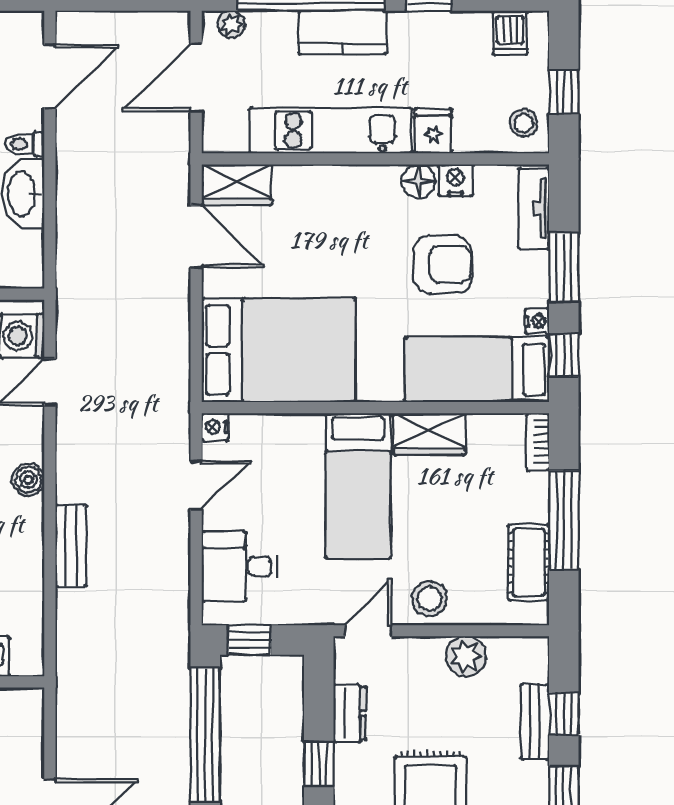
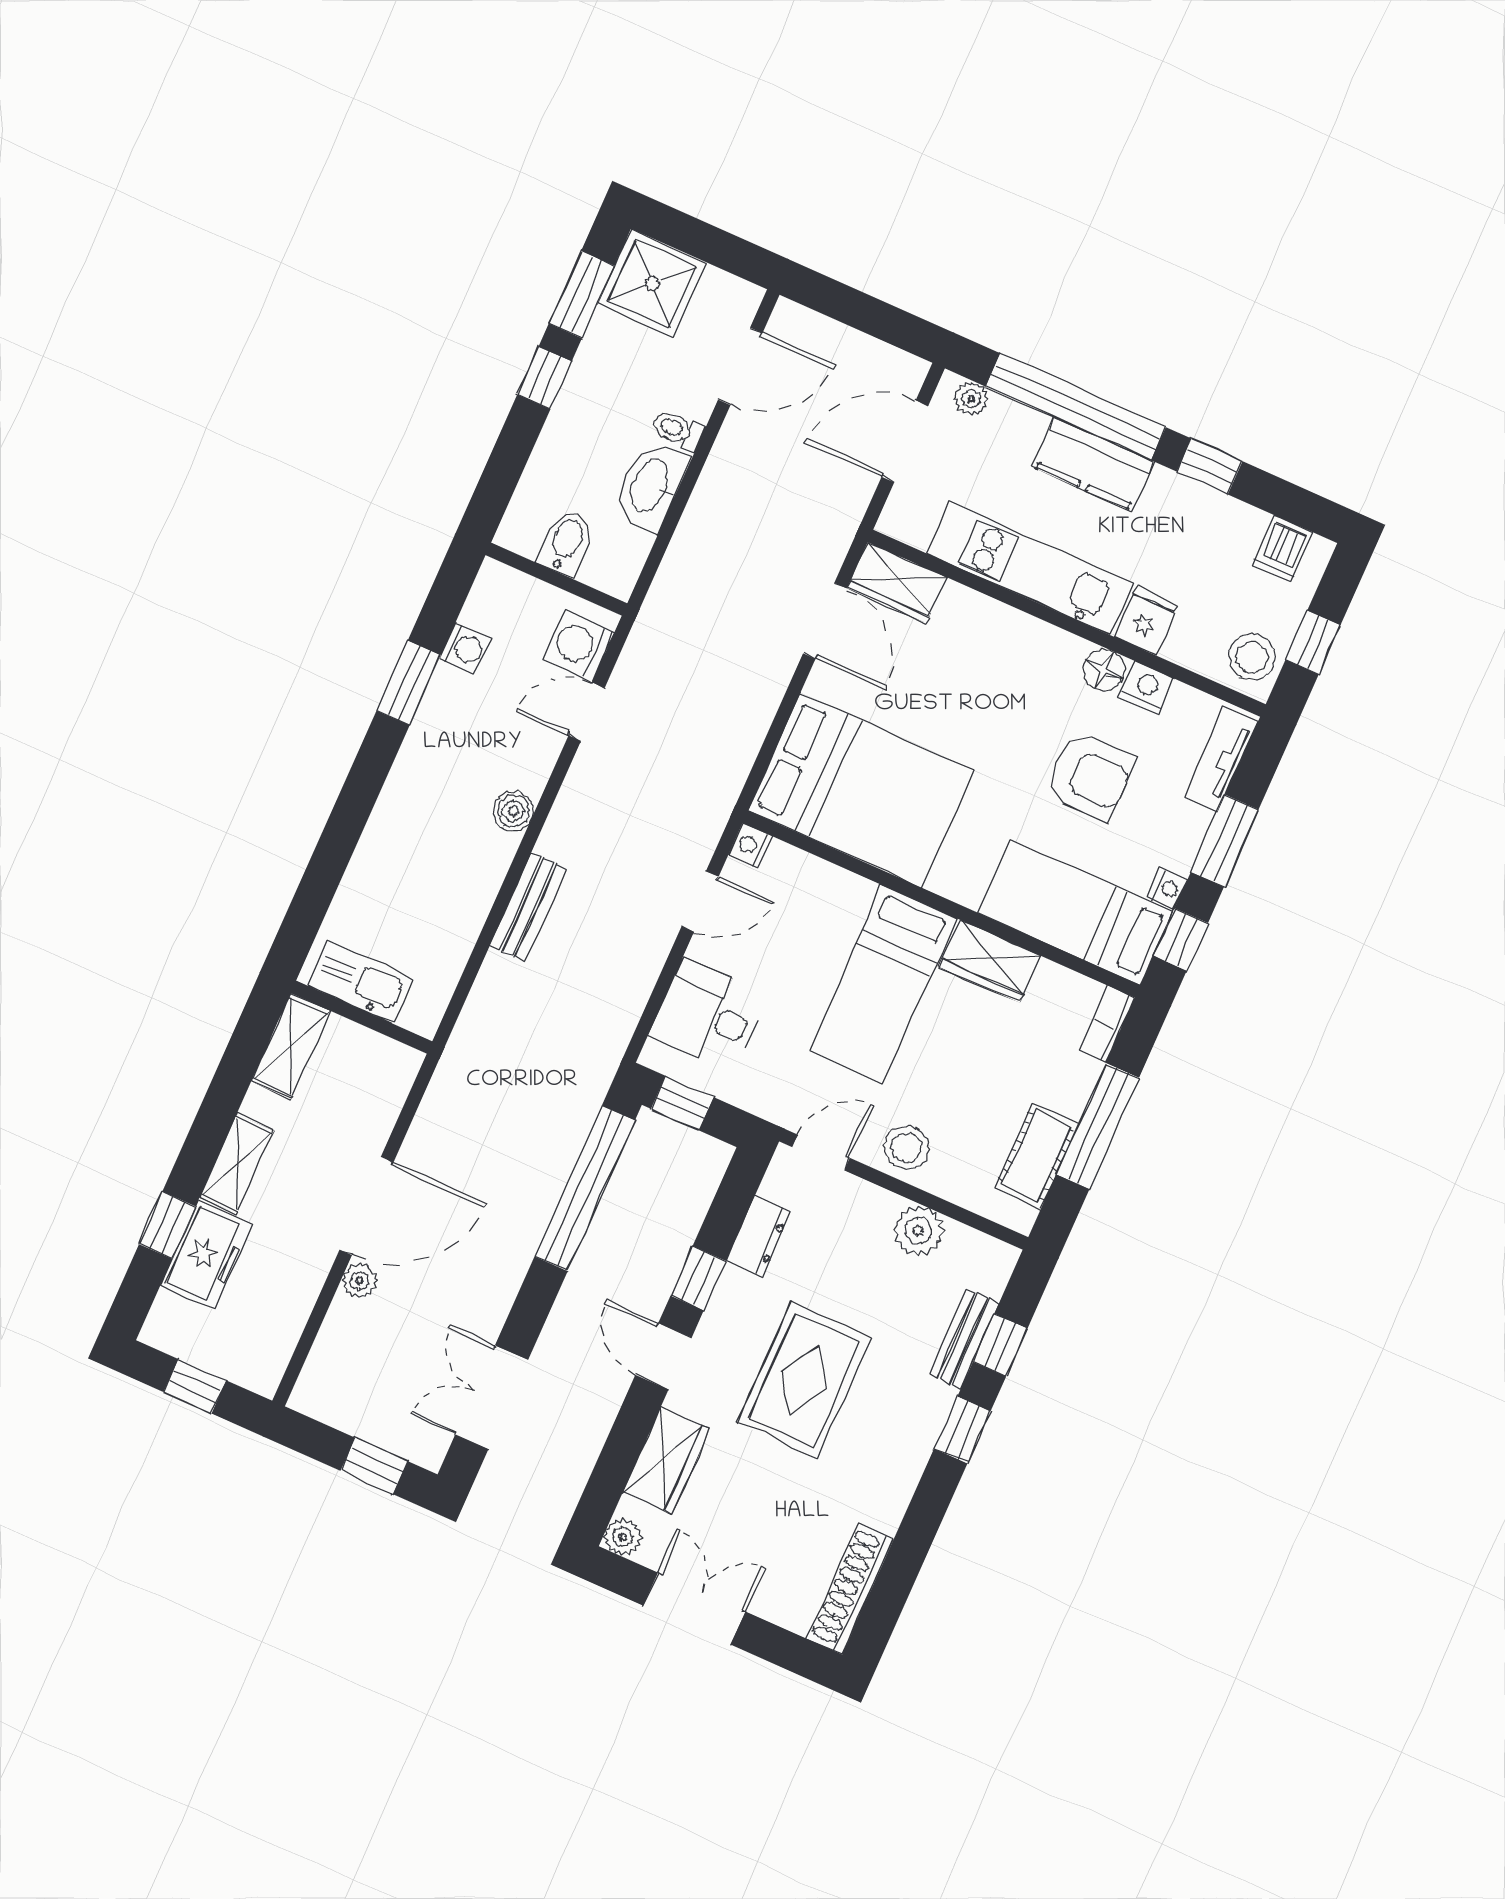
stool: (524, 123) -> (1252, 657), width x1.37, depth x1.37

